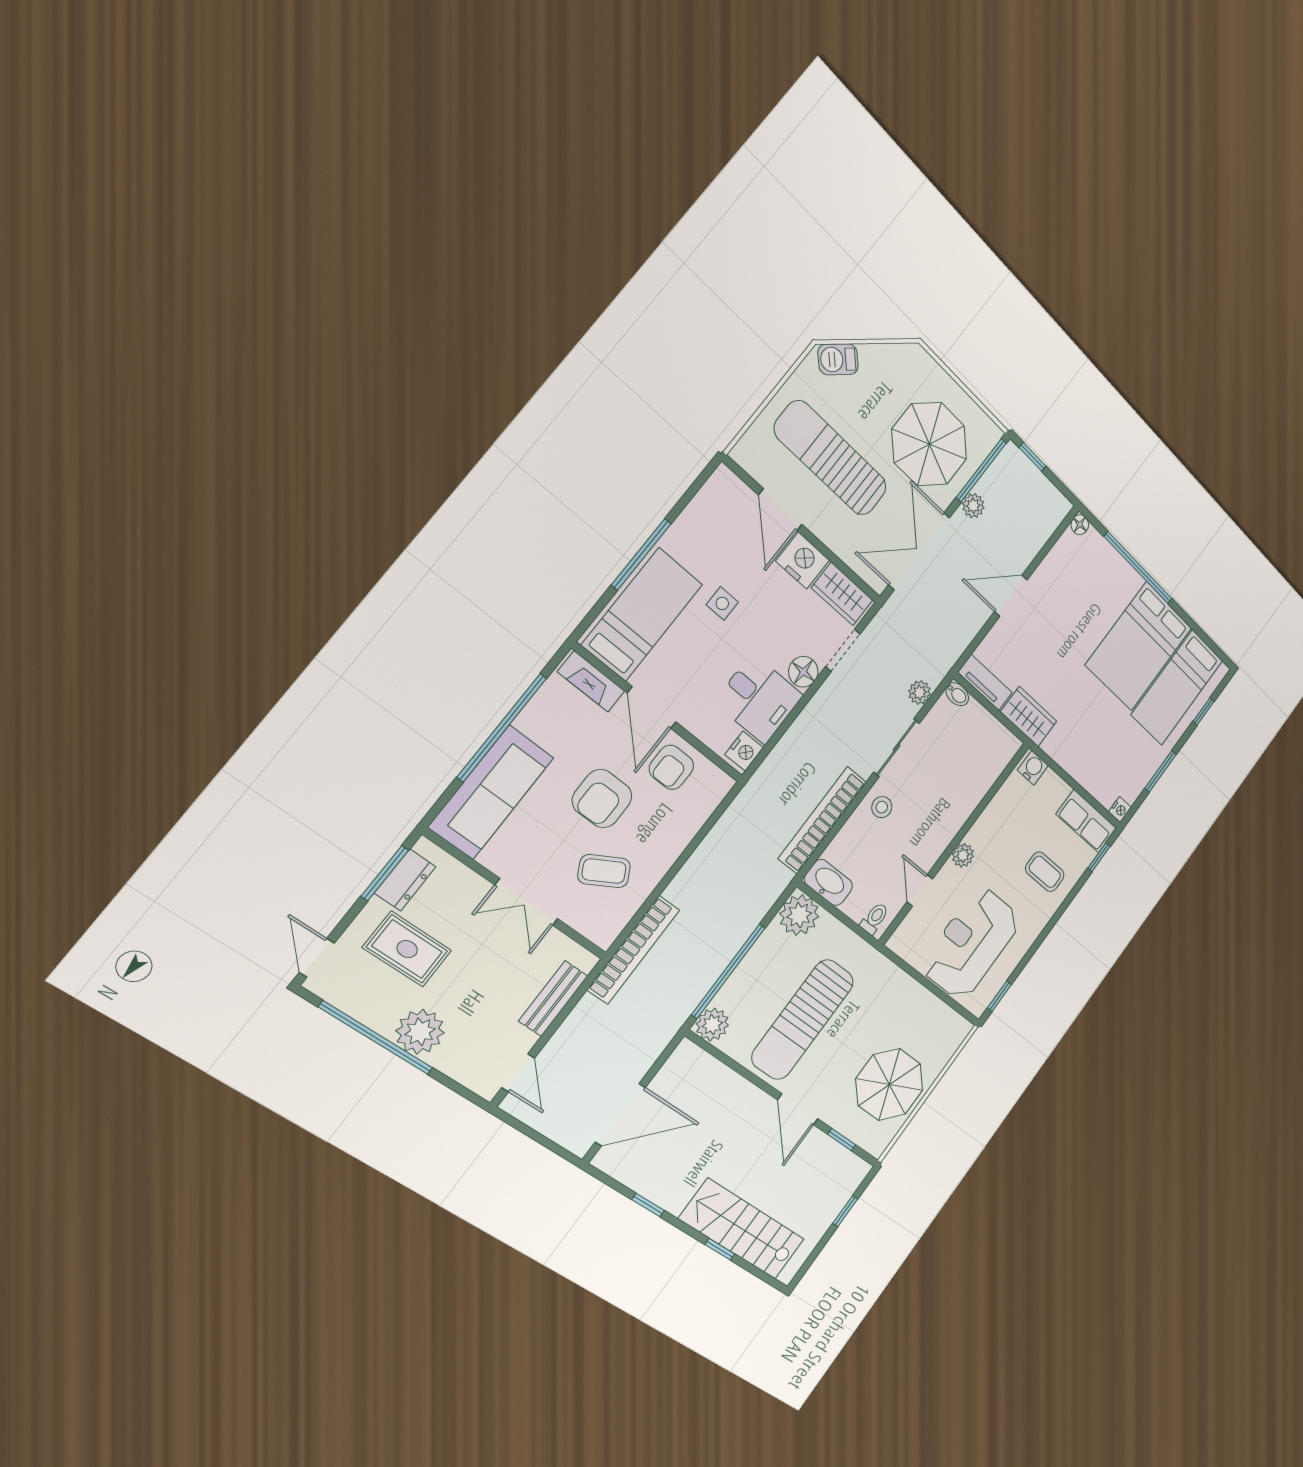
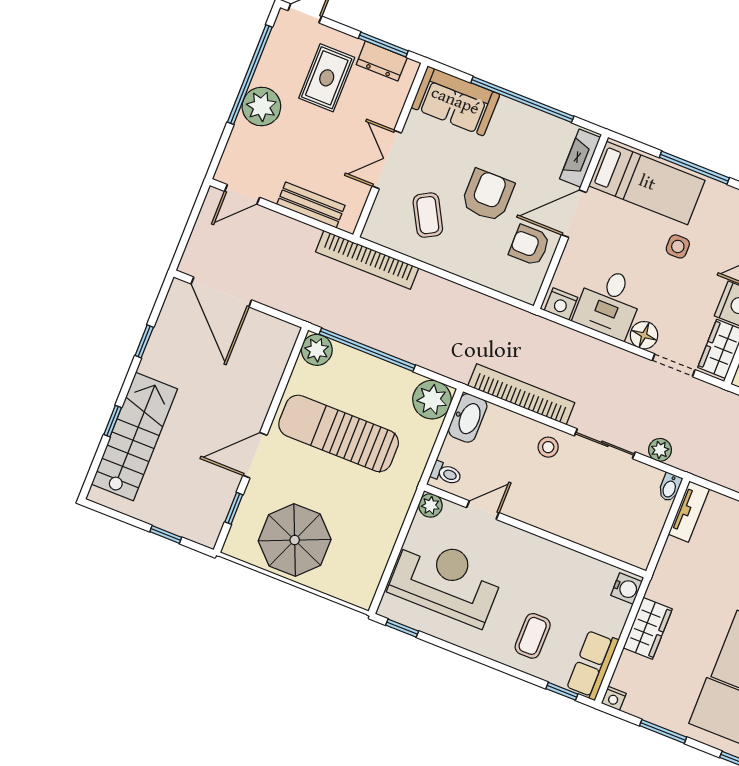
wardrobe: (1029, 717) -> (648, 628), moved
sofa: (491, 792) -> (455, 101), width x0.73
armchair: (602, 799) -> (488, 195), turned 90
plant: (963, 855) -> (430, 505), moved

